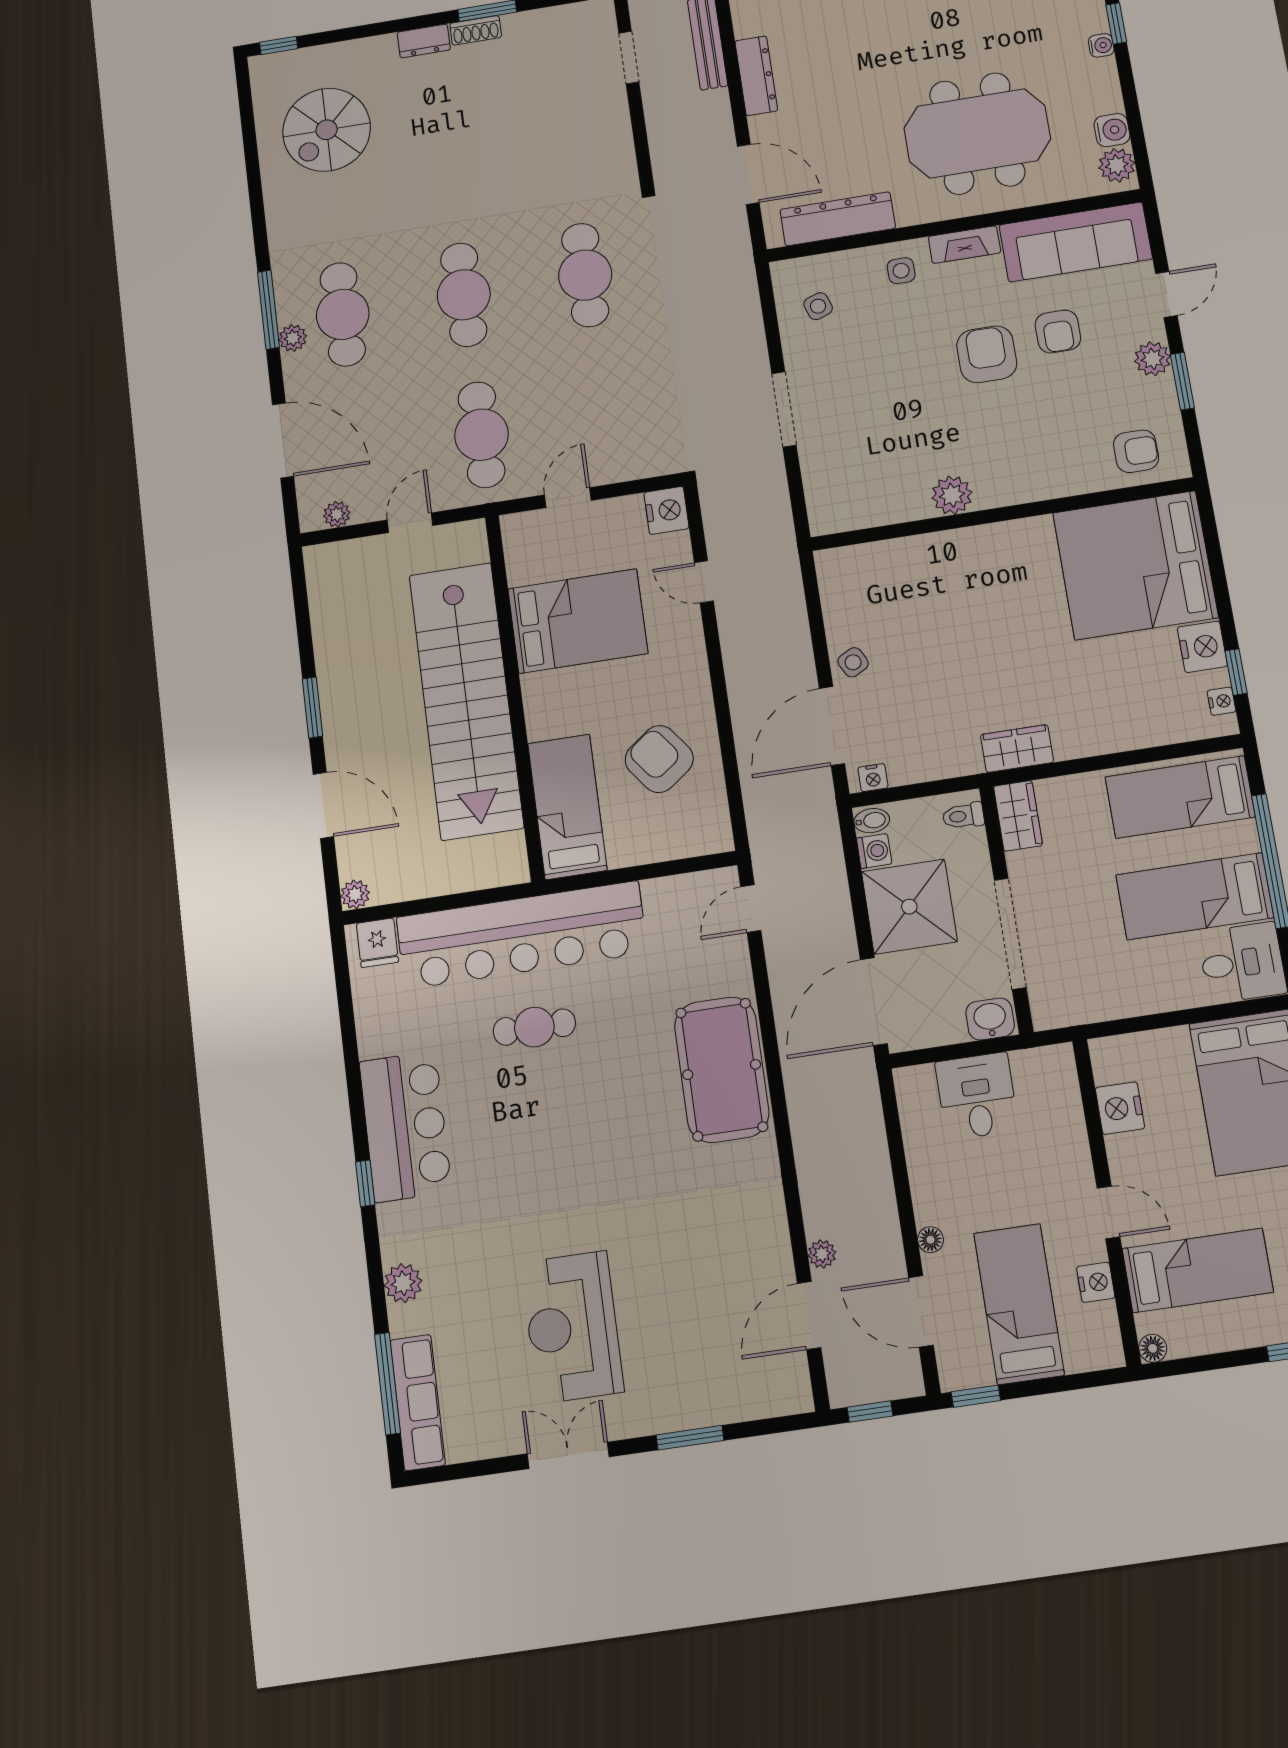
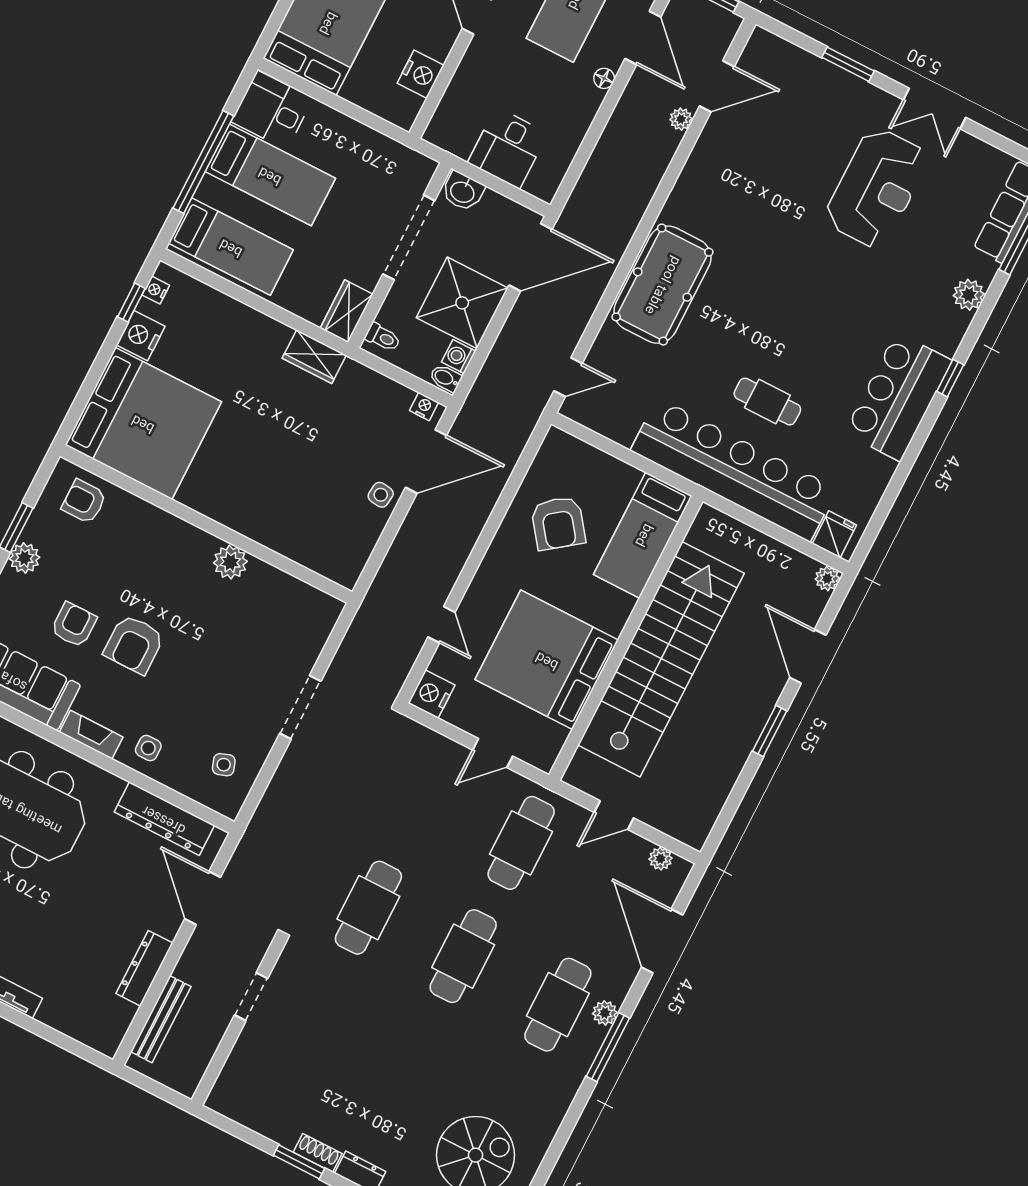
doorway: (629, 58) -> (251, 997), moved
bed: (578, 621) -> (547, 660), width x1.36
side table: (853, 662) -> (381, 495), turned 35

